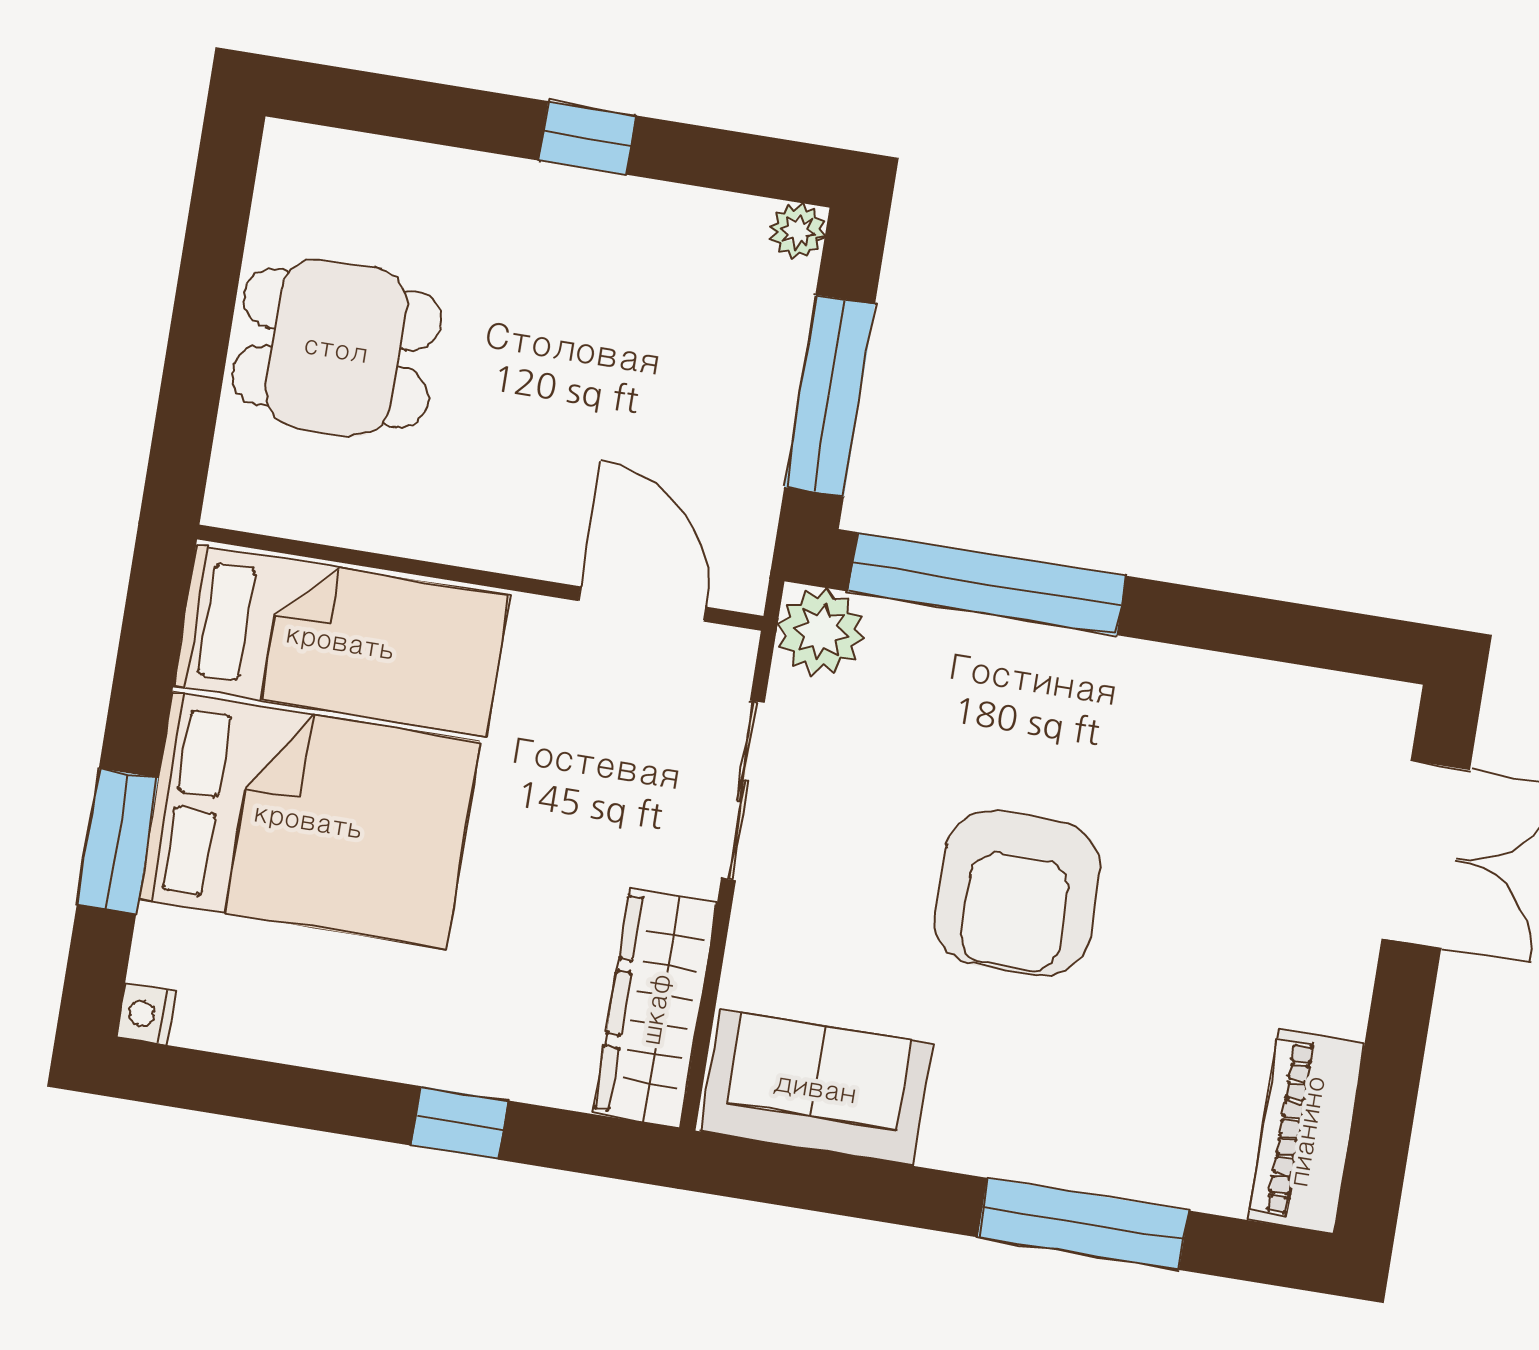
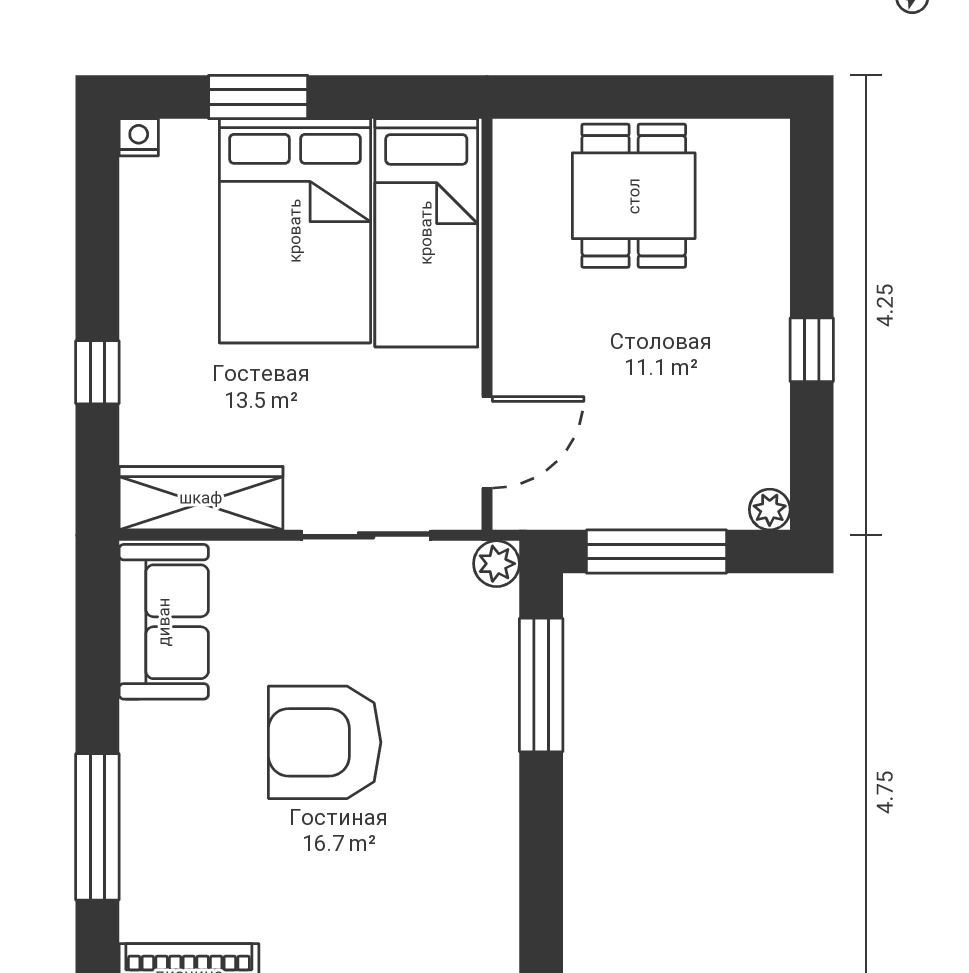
window: (987, 584) -> (541, 685), width x0.68
plant: (821, 632) -> (497, 564), width x0.73, depth x0.73

